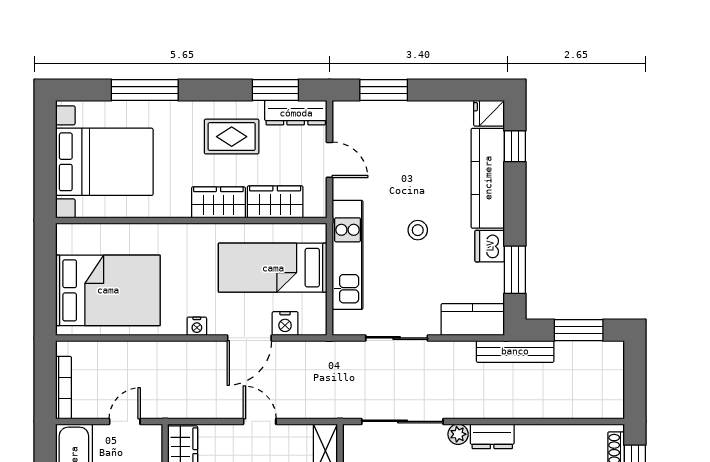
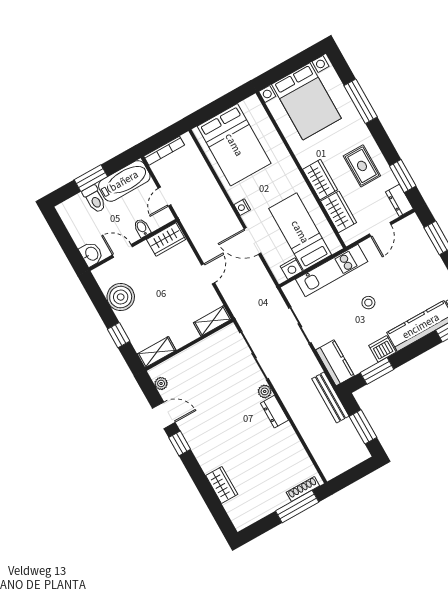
dresser: (296, 113) -> (399, 200), width x0.70
nightstand: (285, 324) -> (291, 269), moved, turned -90
door: (125, 421) -> (164, 197), swing flipped

